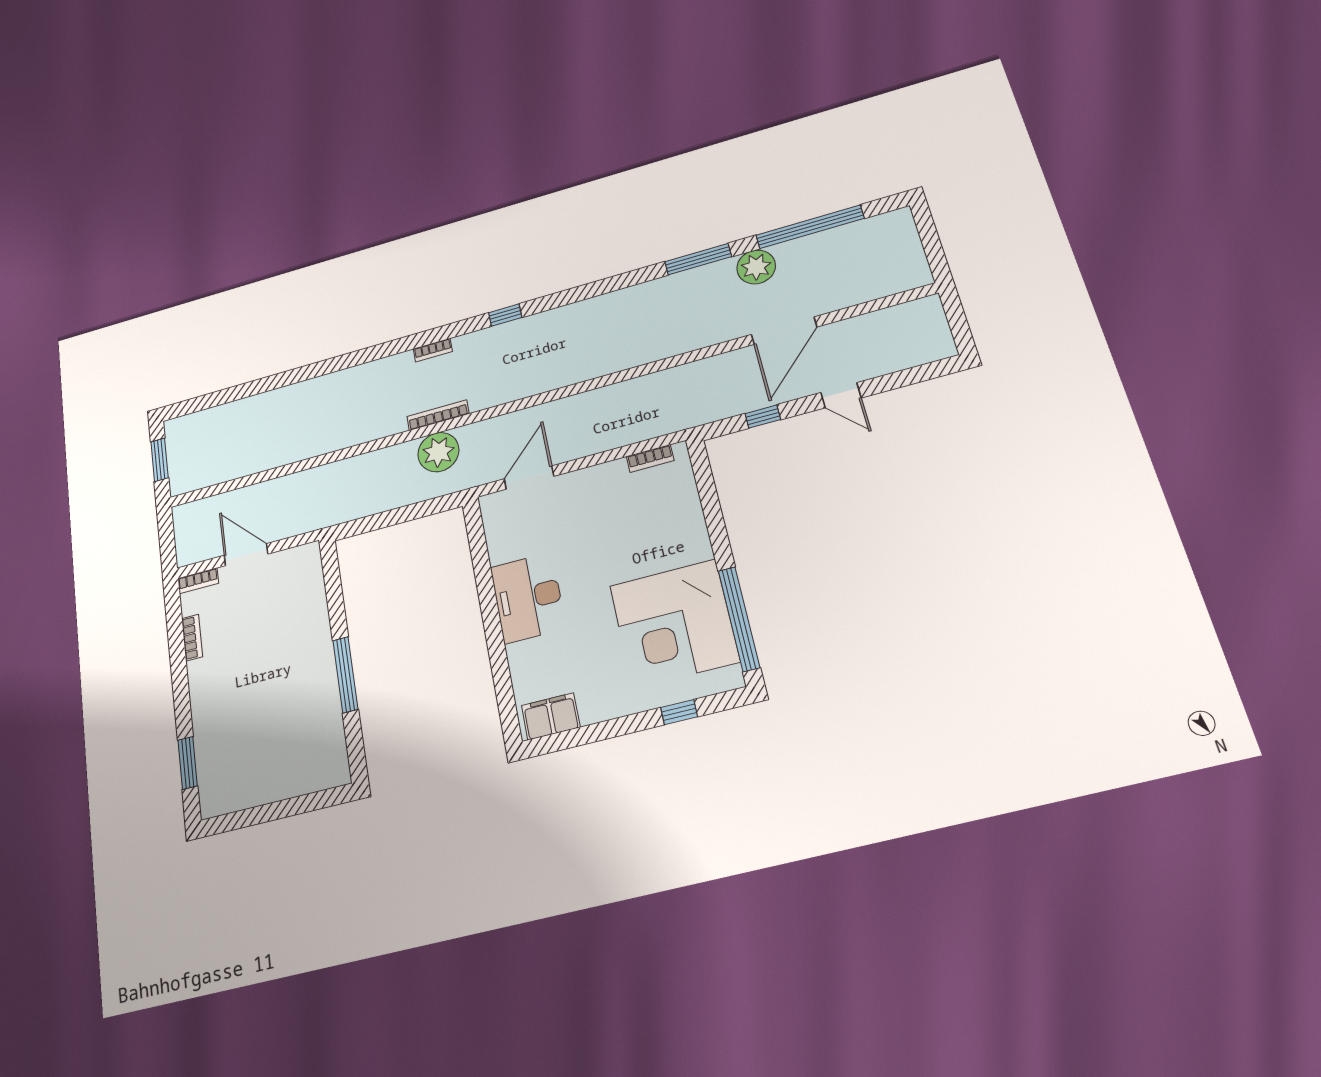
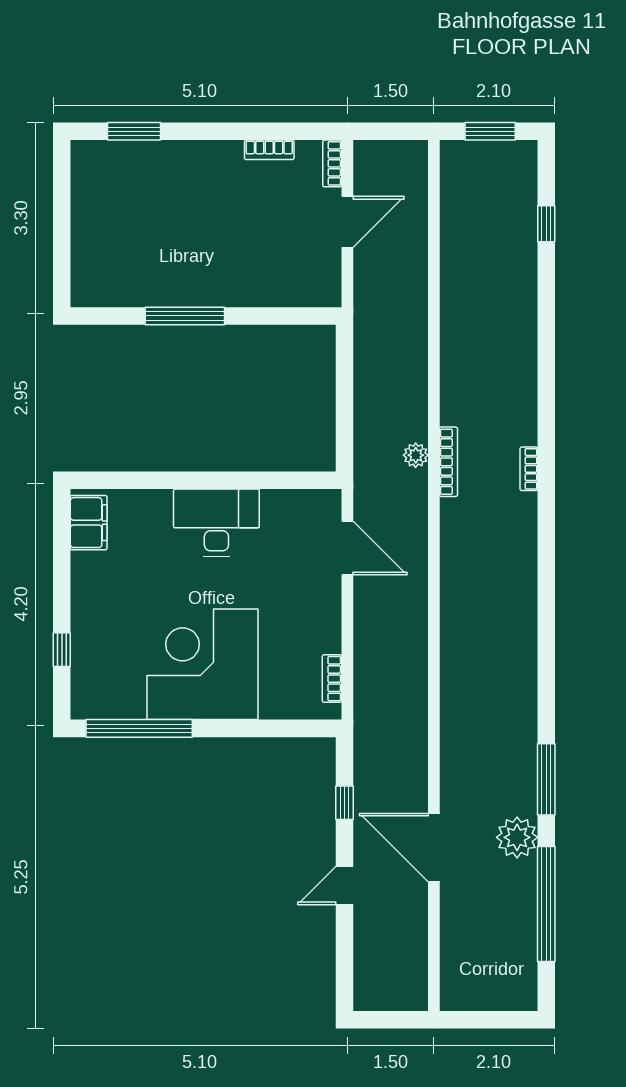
window: (505, 315) -> (546, 224), moved
plant: (438, 452) -> (416, 455), width x0.53, depth x0.53
corner desk: (674, 623) -> (202, 664), moved

